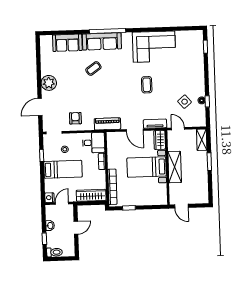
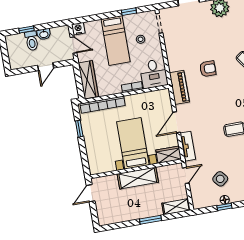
armchair: (75, 118) -> (208, 69), moved
door: (76, 228) -> (46, 67), hinge flipped
toilet: (54, 252) -> (32, 41), moved

